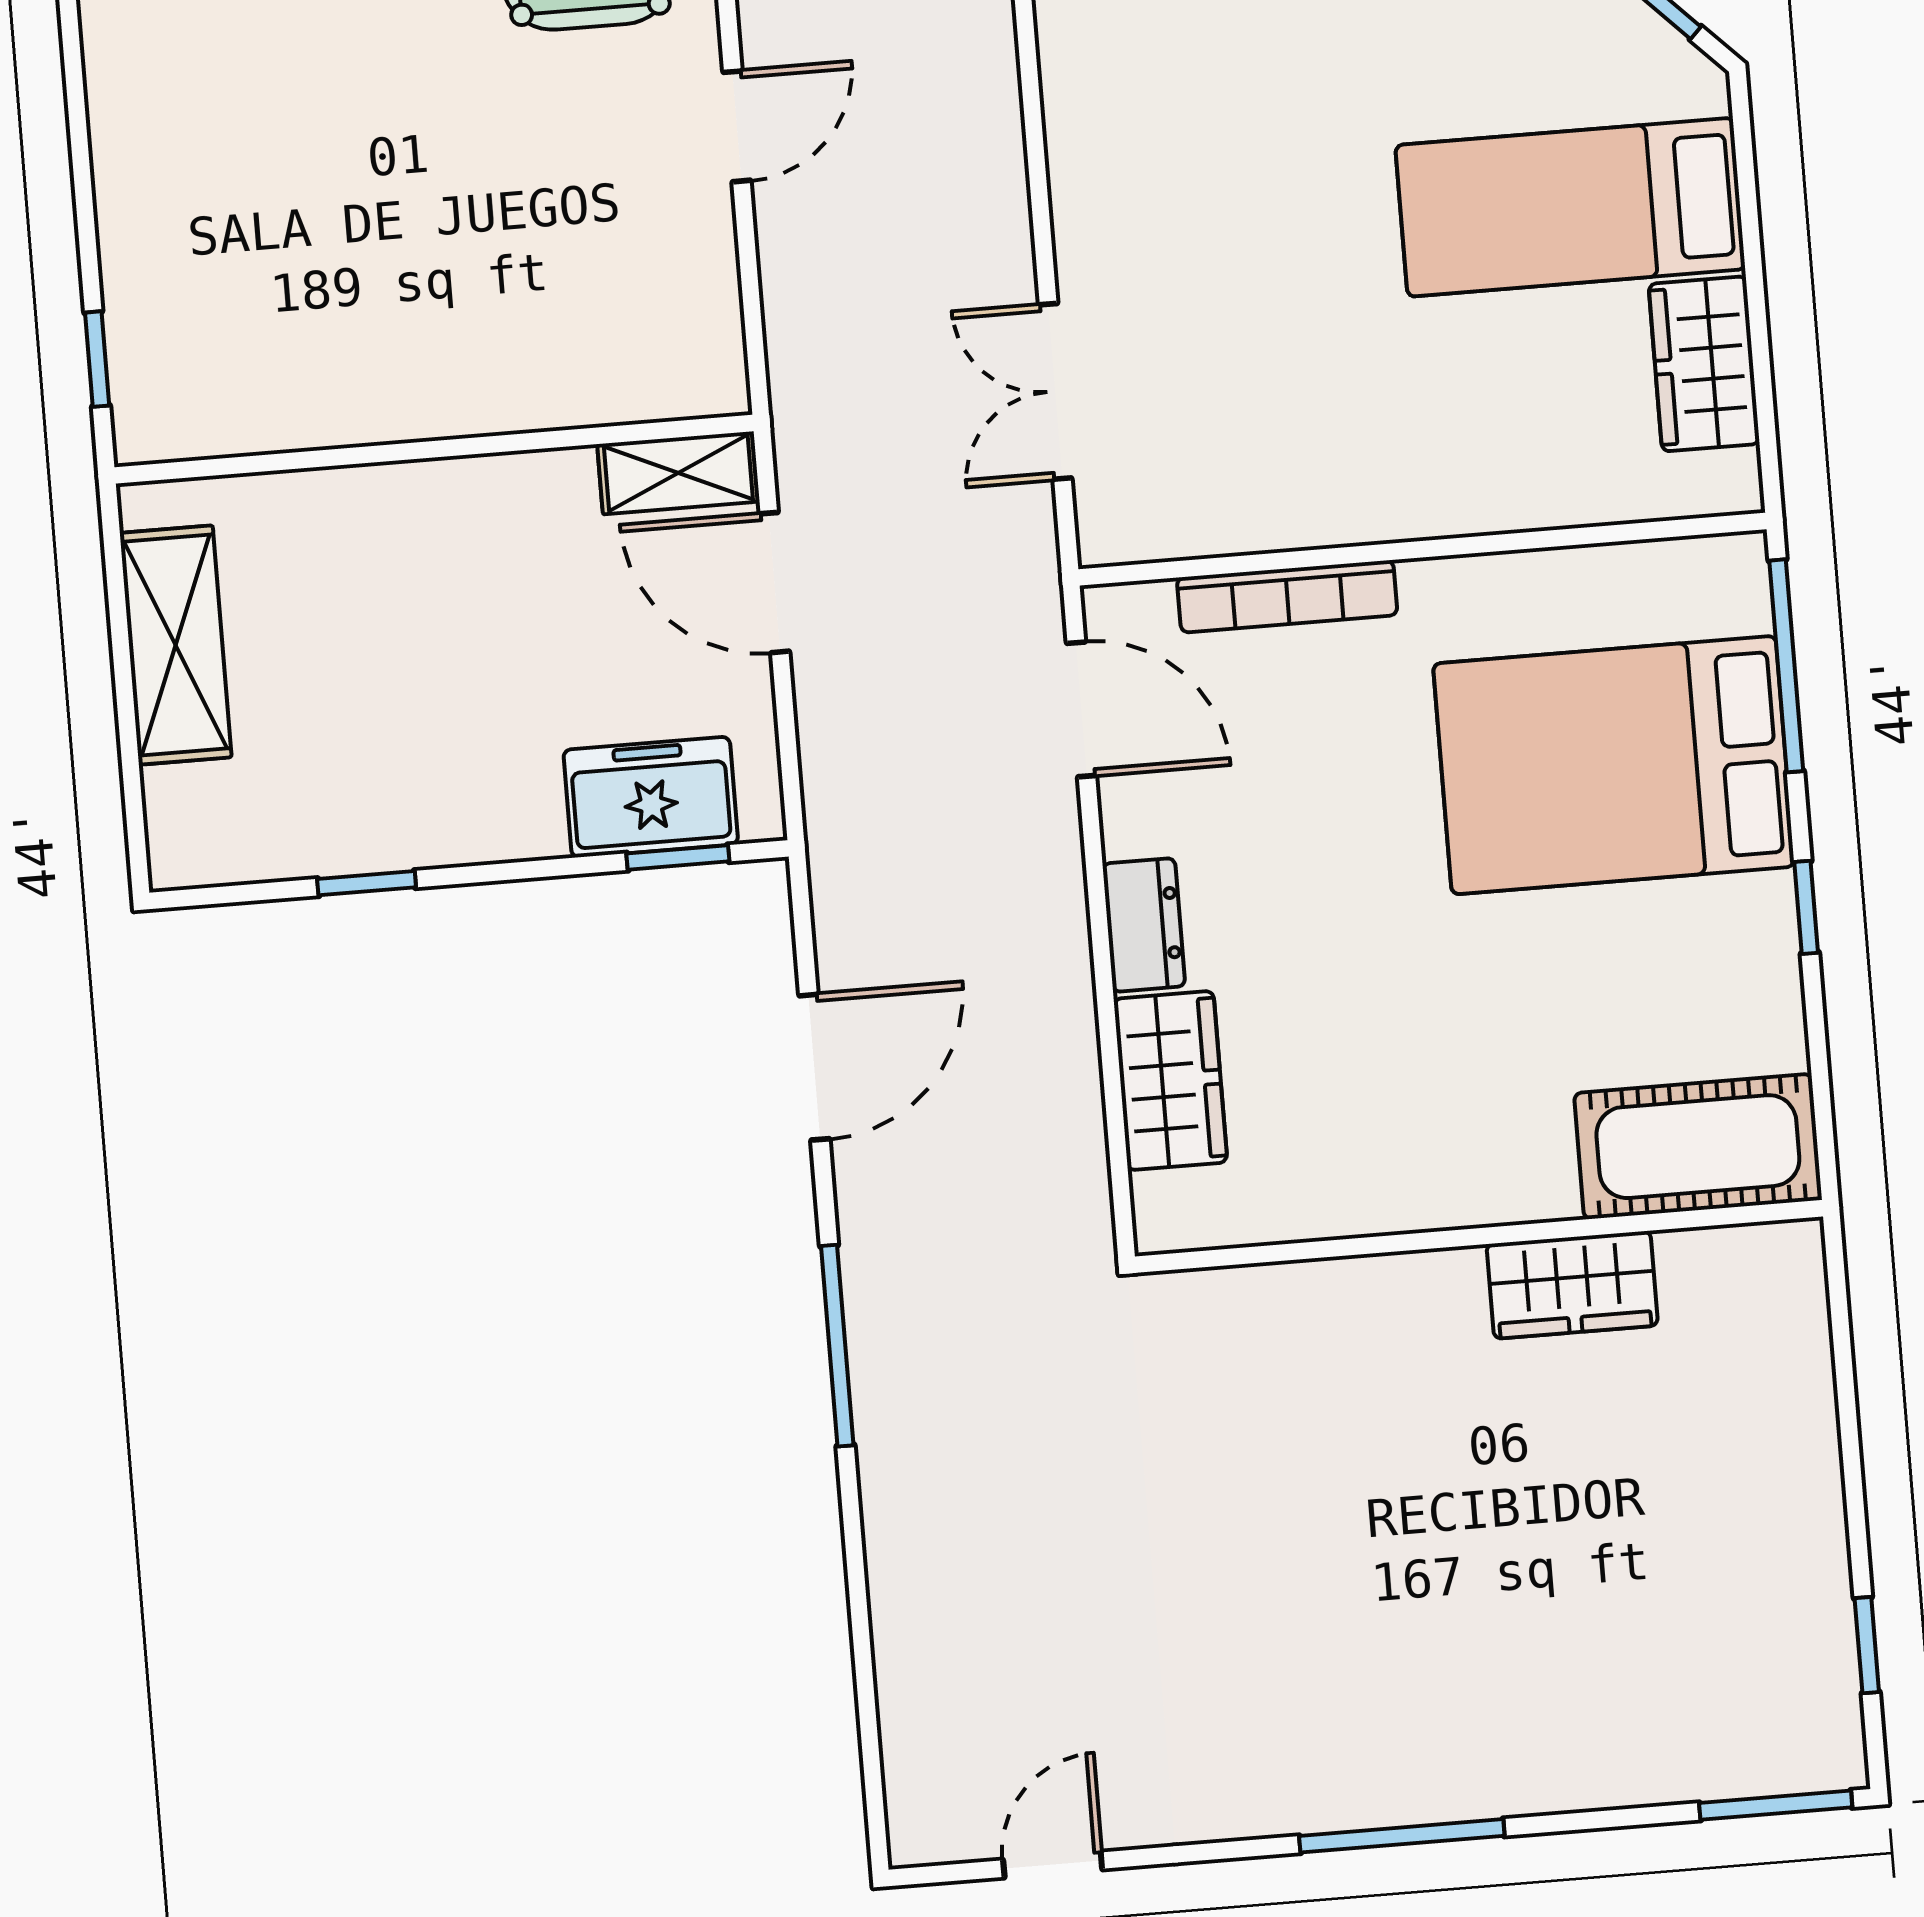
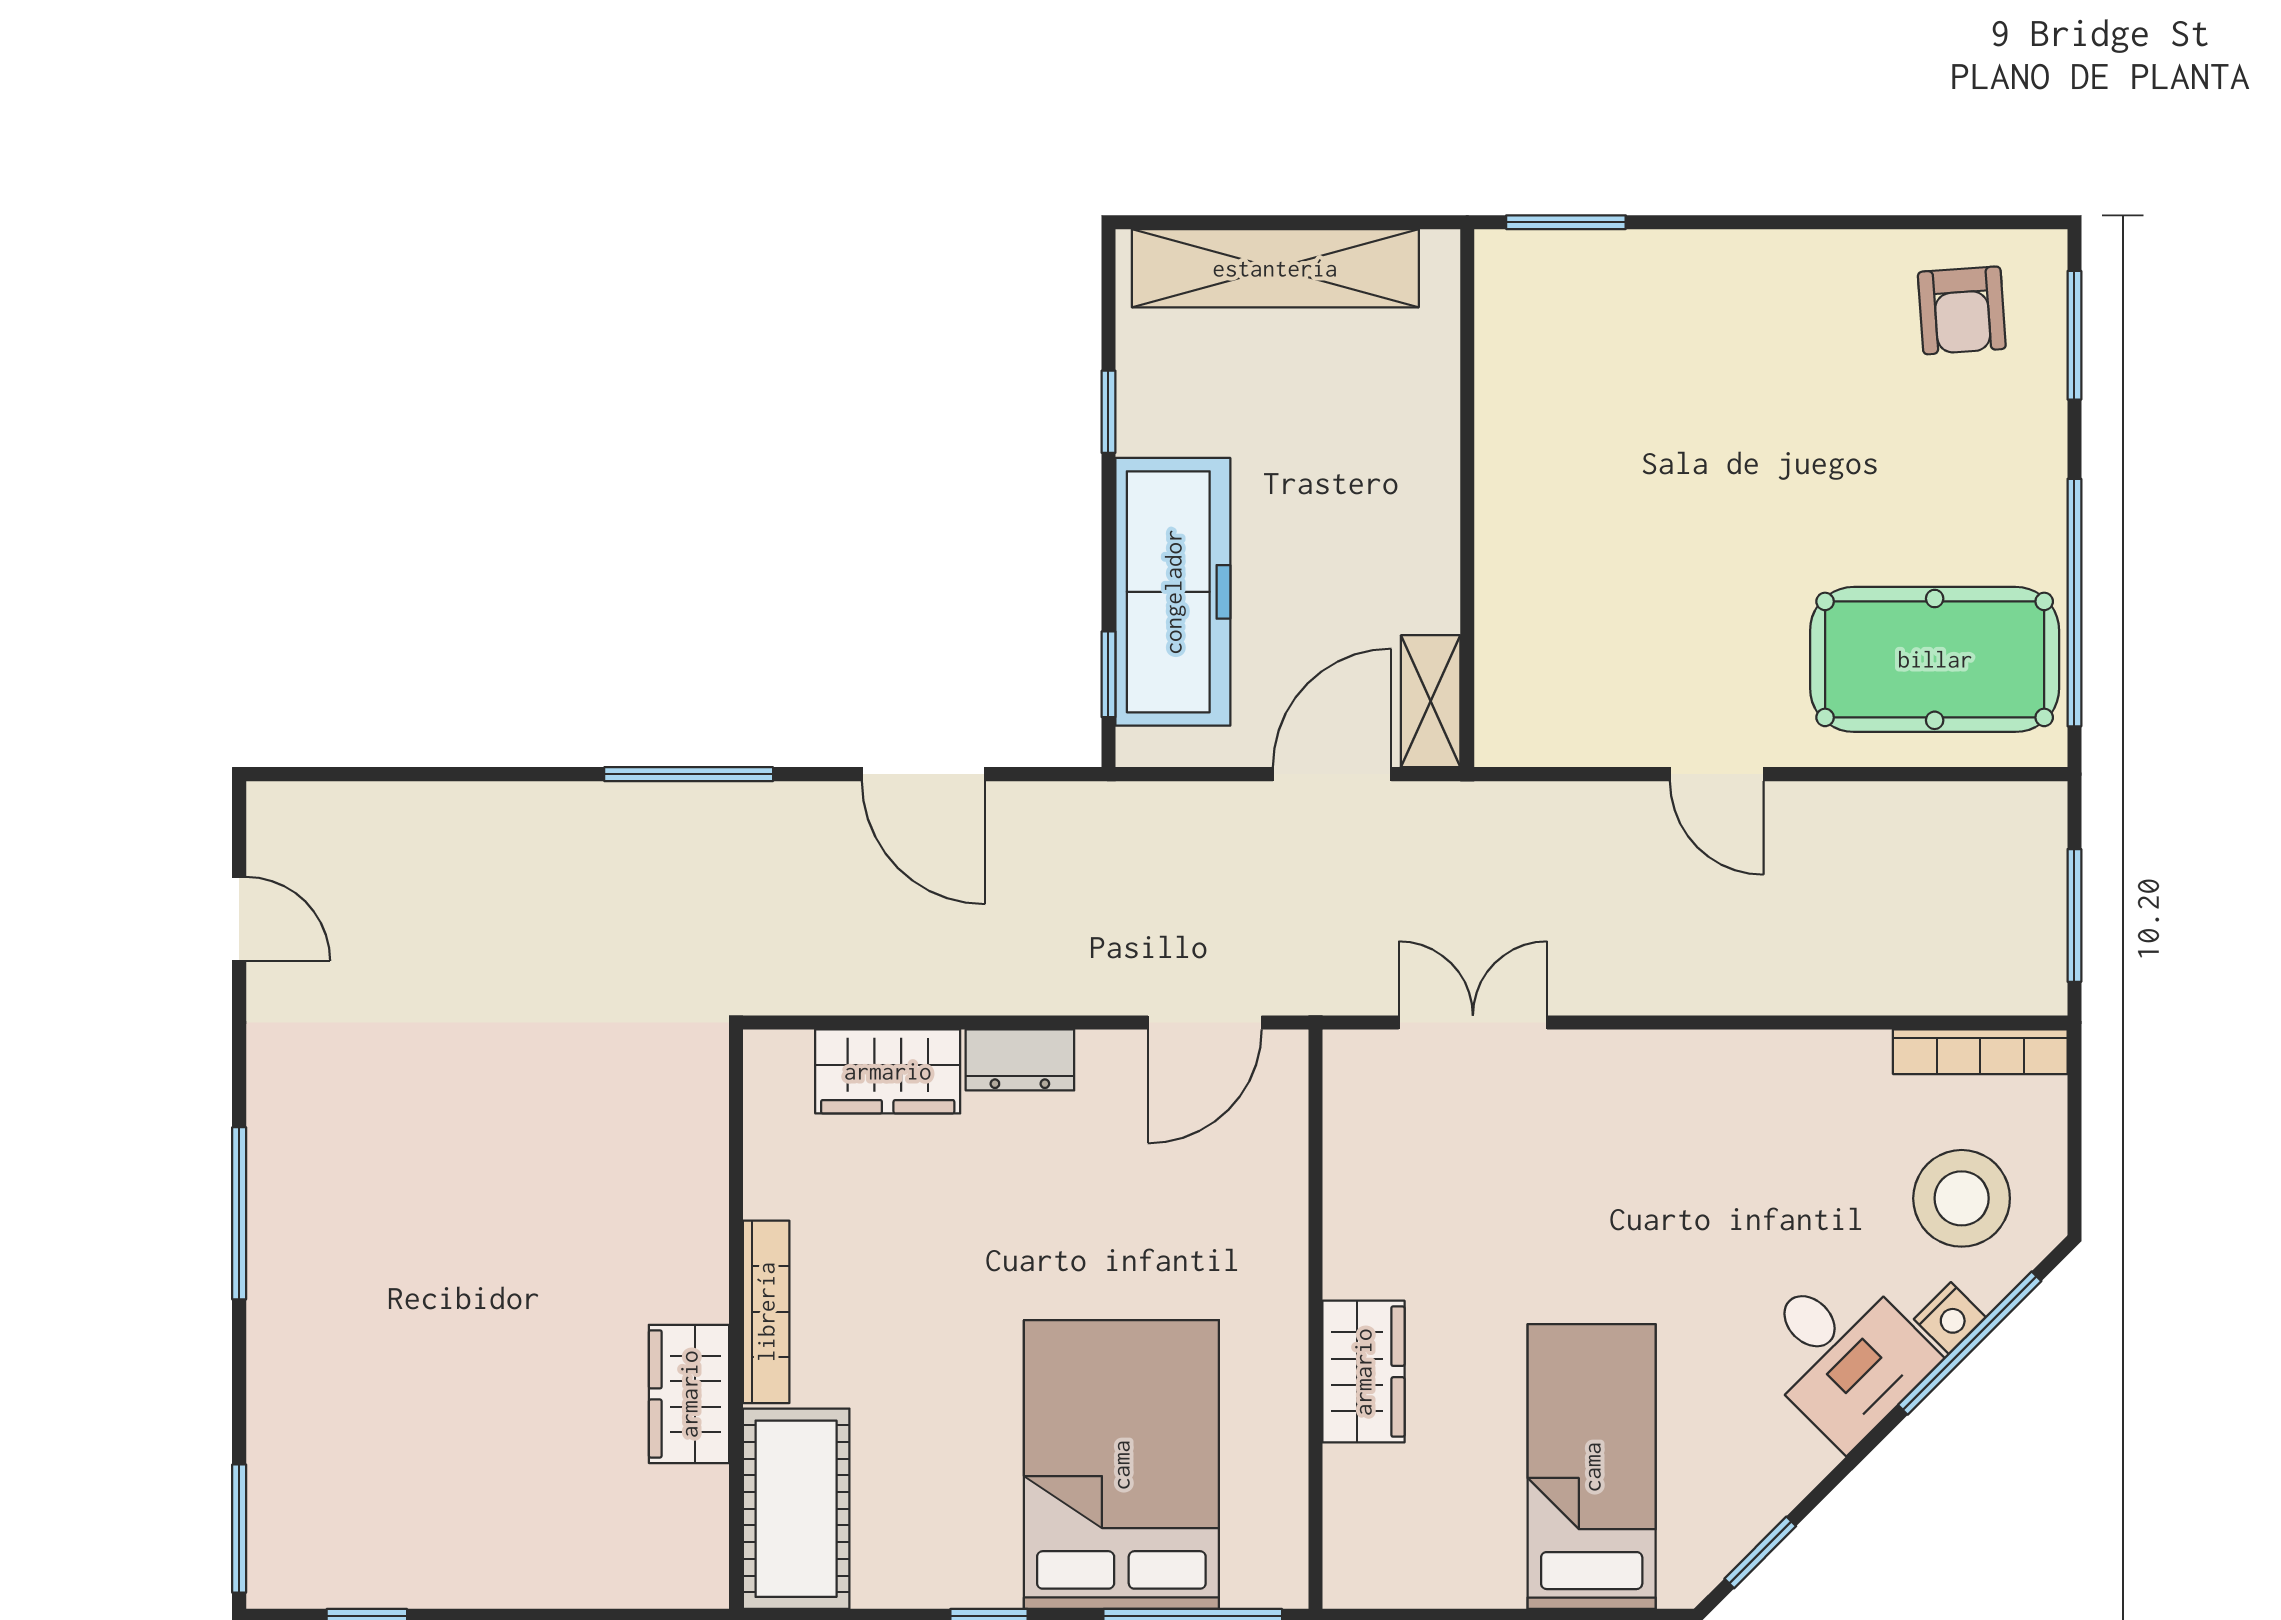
window: (97, 359) -> (1566, 222), width x1.50
wardrobe: (1704, 364) -> (1363, 1372), moved, turned 90
bookcase: (1287, 596) -> (766, 1312), moved, turned 180
shelving: (176, 645) -> (1275, 268), width x1.47
freezer: (651, 797) -> (1173, 592), width x1.91, depth x1.26

